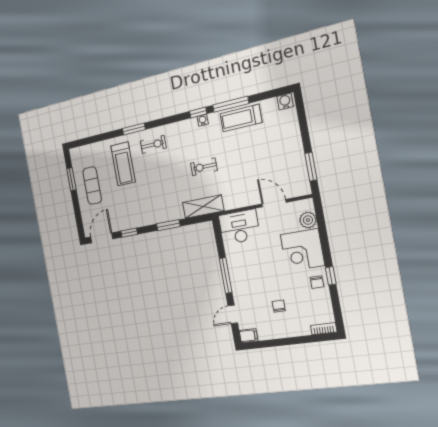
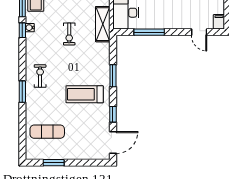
treadmill: (123, 164) -> (85, 94), moved, turned 180
exercise mat: (92, 186) -> (47, 132), moved
shelving: (203, 207) -> (103, 24), moved
door: (102, 238) -> (113, 143), swing flipped
window: (226, 275) -> (149, 32), moved

